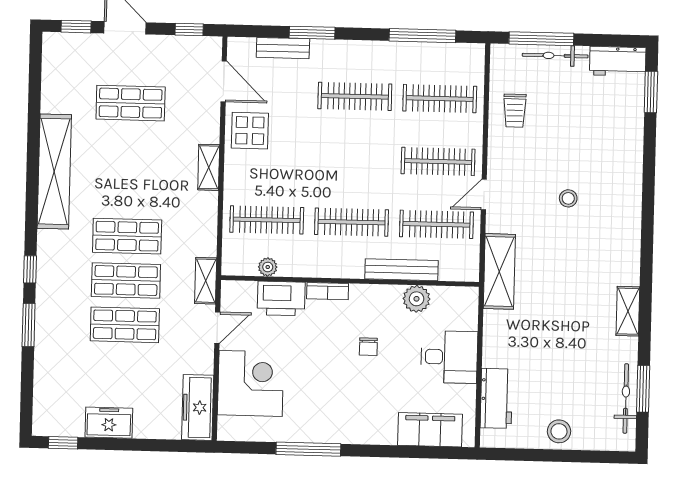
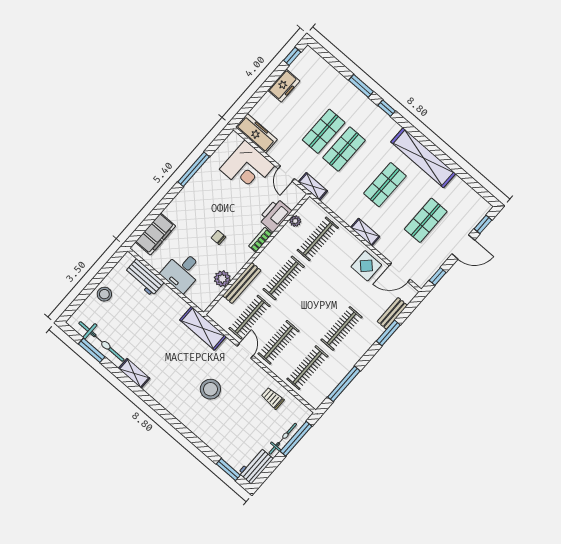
stool: (568, 198) -> (210, 389), width x1.89, depth x1.89
shop shelf: (127, 236) -> (385, 185), moved
bicycle: (626, 398) -> (101, 341), width x1.37, depth x1.40

